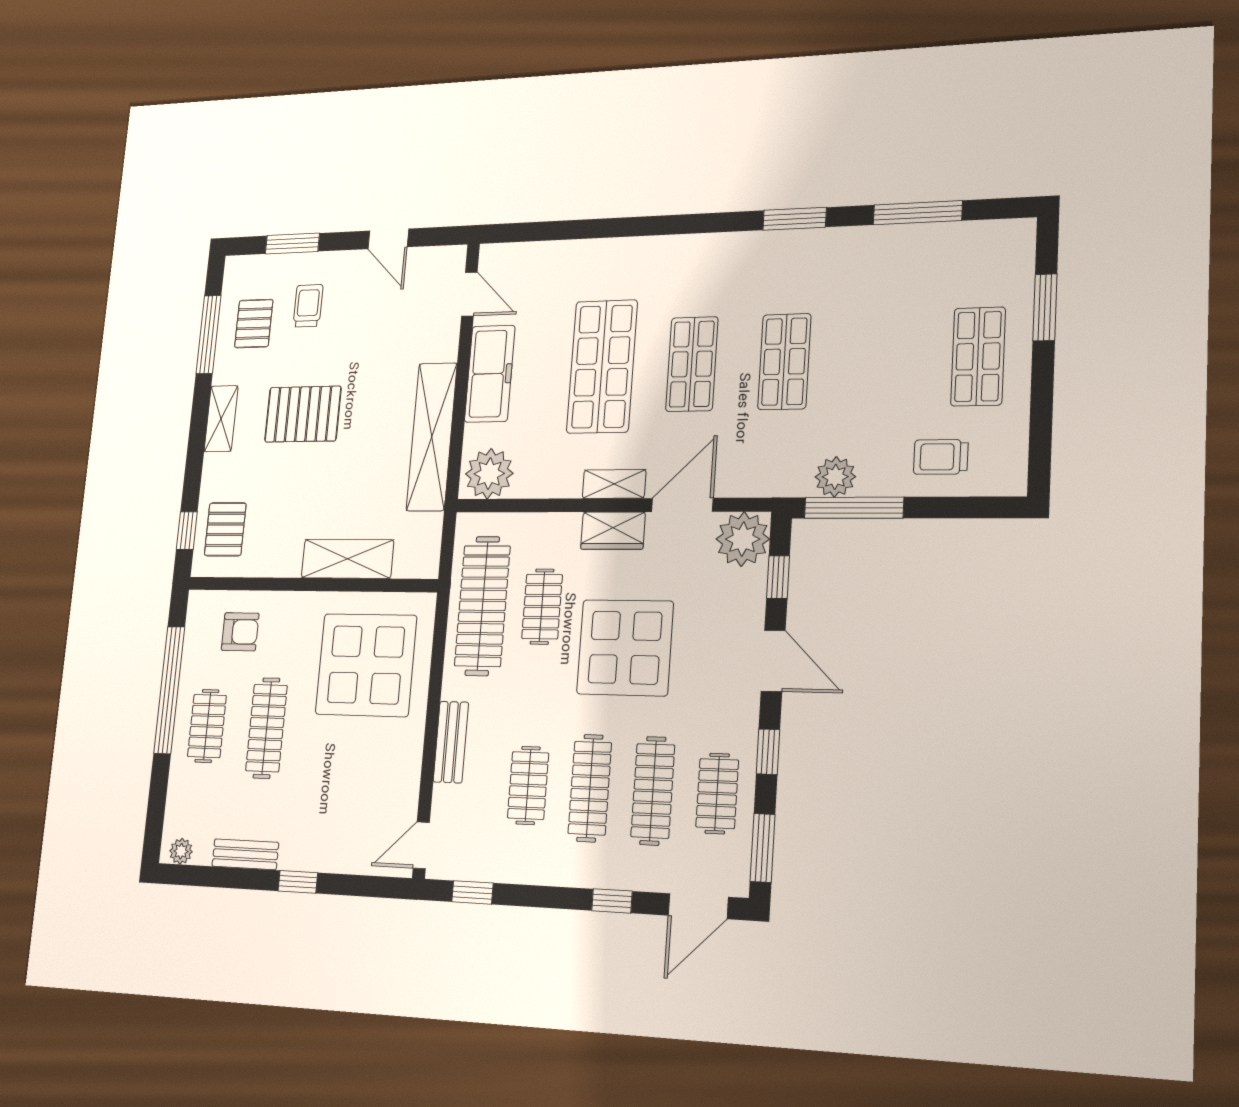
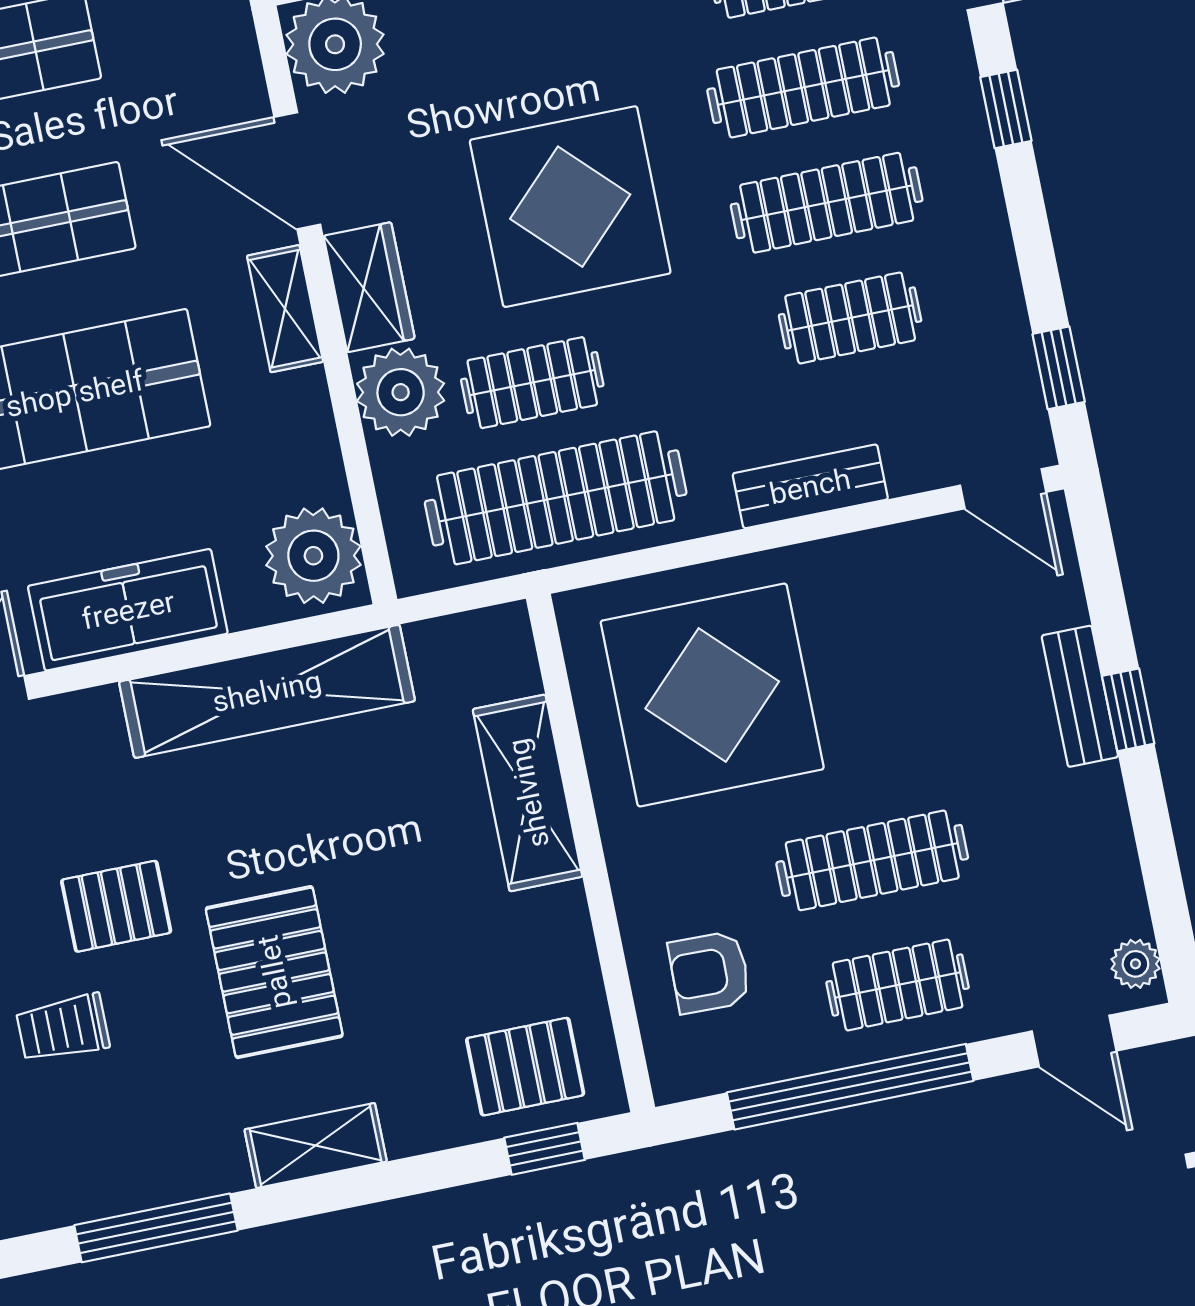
pallet: (254, 324) -> (116, 906), moved
plant: (556, 536) -> (401, 392), added
armchair: (240, 632) -> (709, 972), turned -89
door: (156, 810) -> (1074, 1041), added
bench: (245, 854) -> (1080, 696), moved

